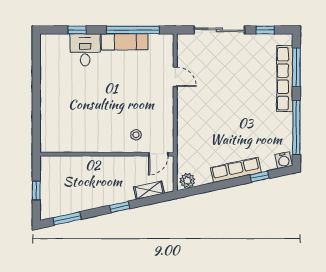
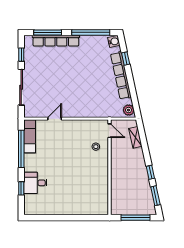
exam couch: (125, 42) -> (30, 136), moved
row of seats: (236, 170) -> (121, 76), width x1.36
window: (36, 190) -> (135, 218), width x2.17
window: (120, 207) -> (150, 172), moved

